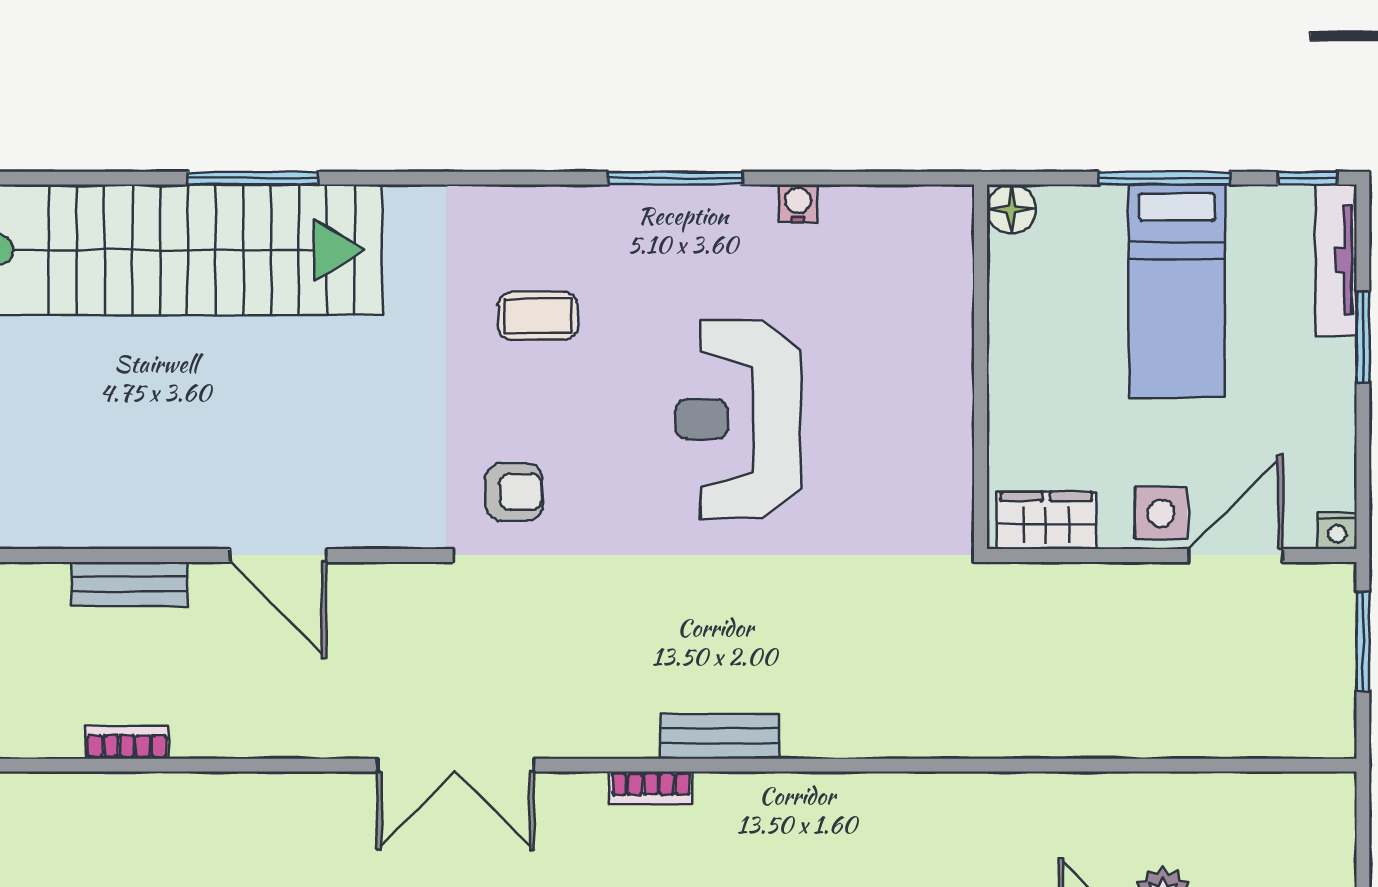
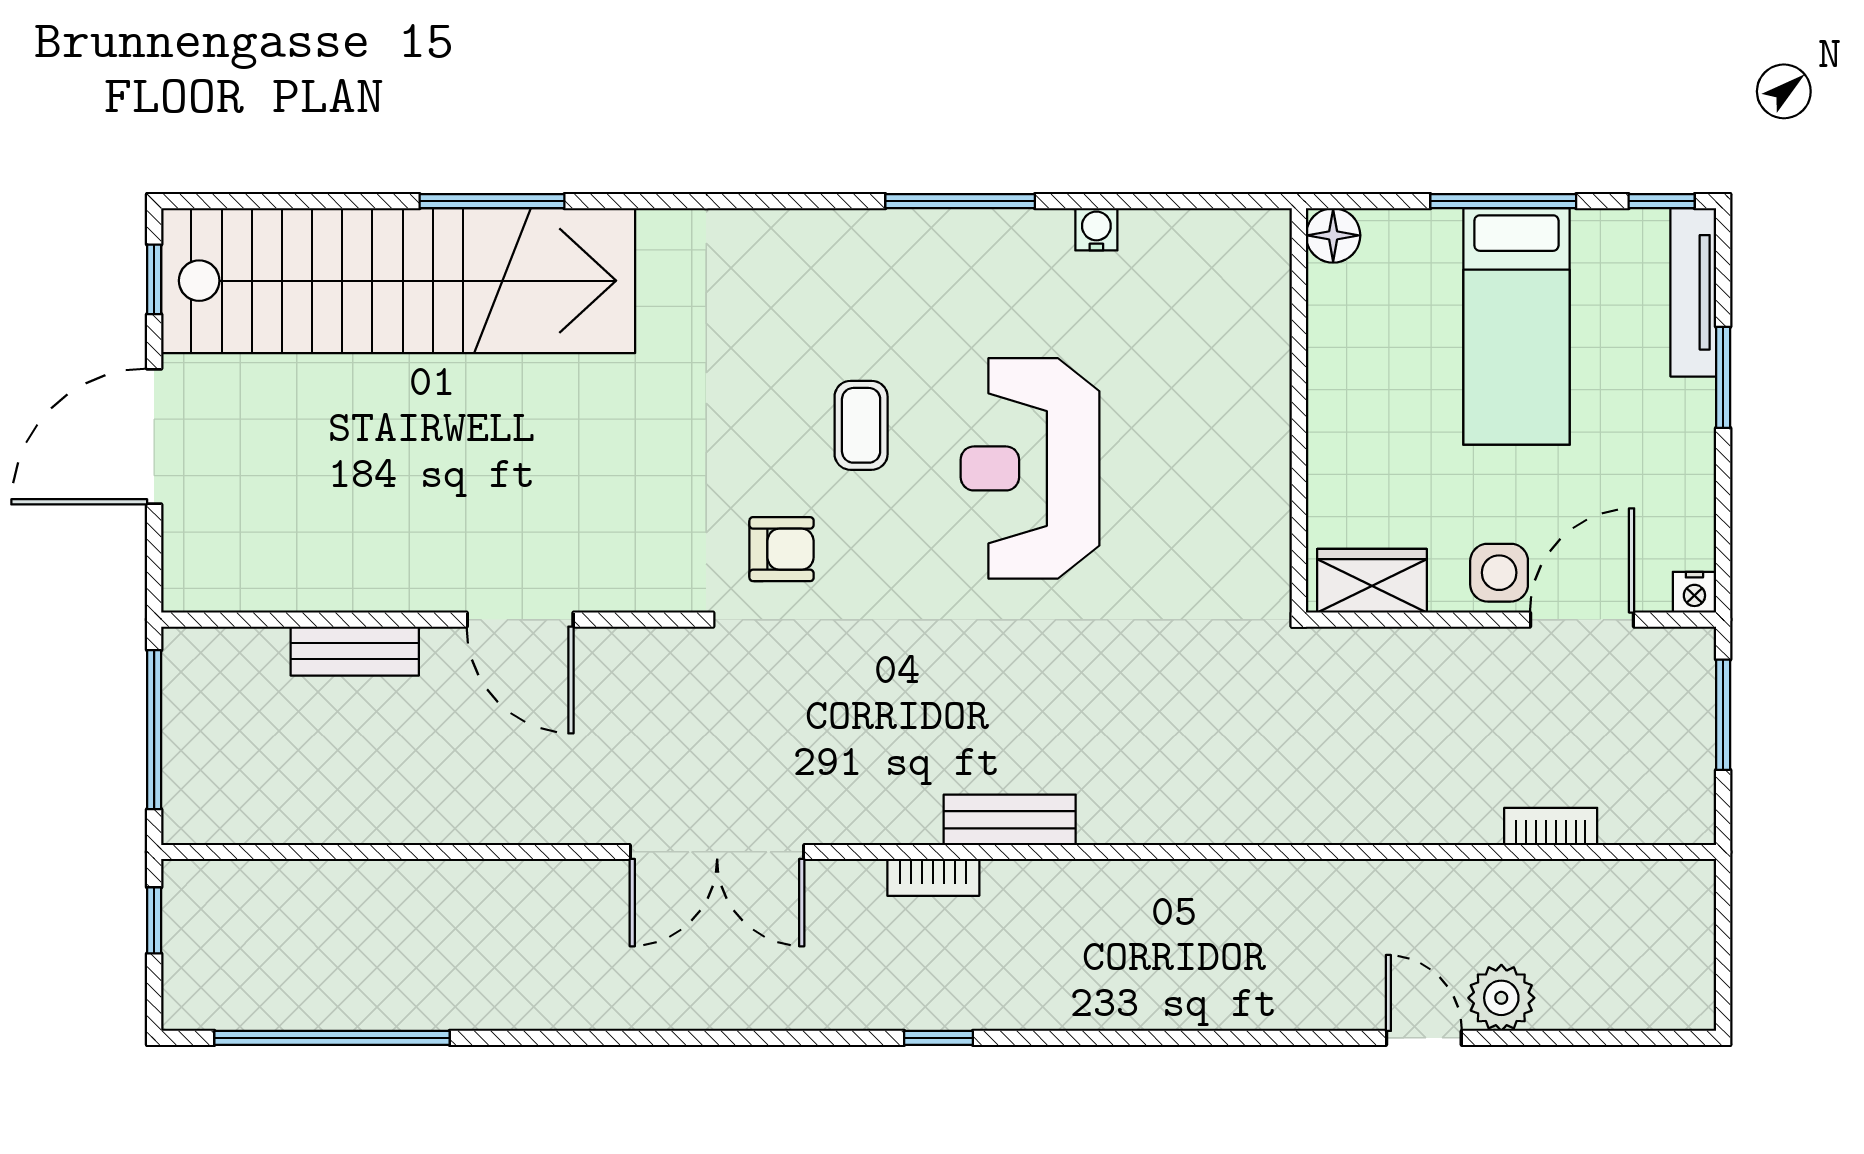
coffee table: (538, 316) -> (861, 425), moved, turned 90
bookcase: (127, 742) -> (1551, 826), moved

